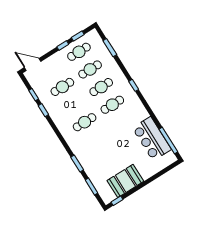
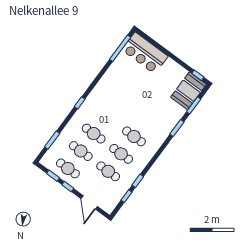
door: (33, 64) -> (89, 202), moved
cafe table: (112, 105) -> (121, 154), moved
bar counter: (152, 139) -> (145, 53), moved, turned 90
booth: (125, 181) -> (188, 91), moved, turned 90

